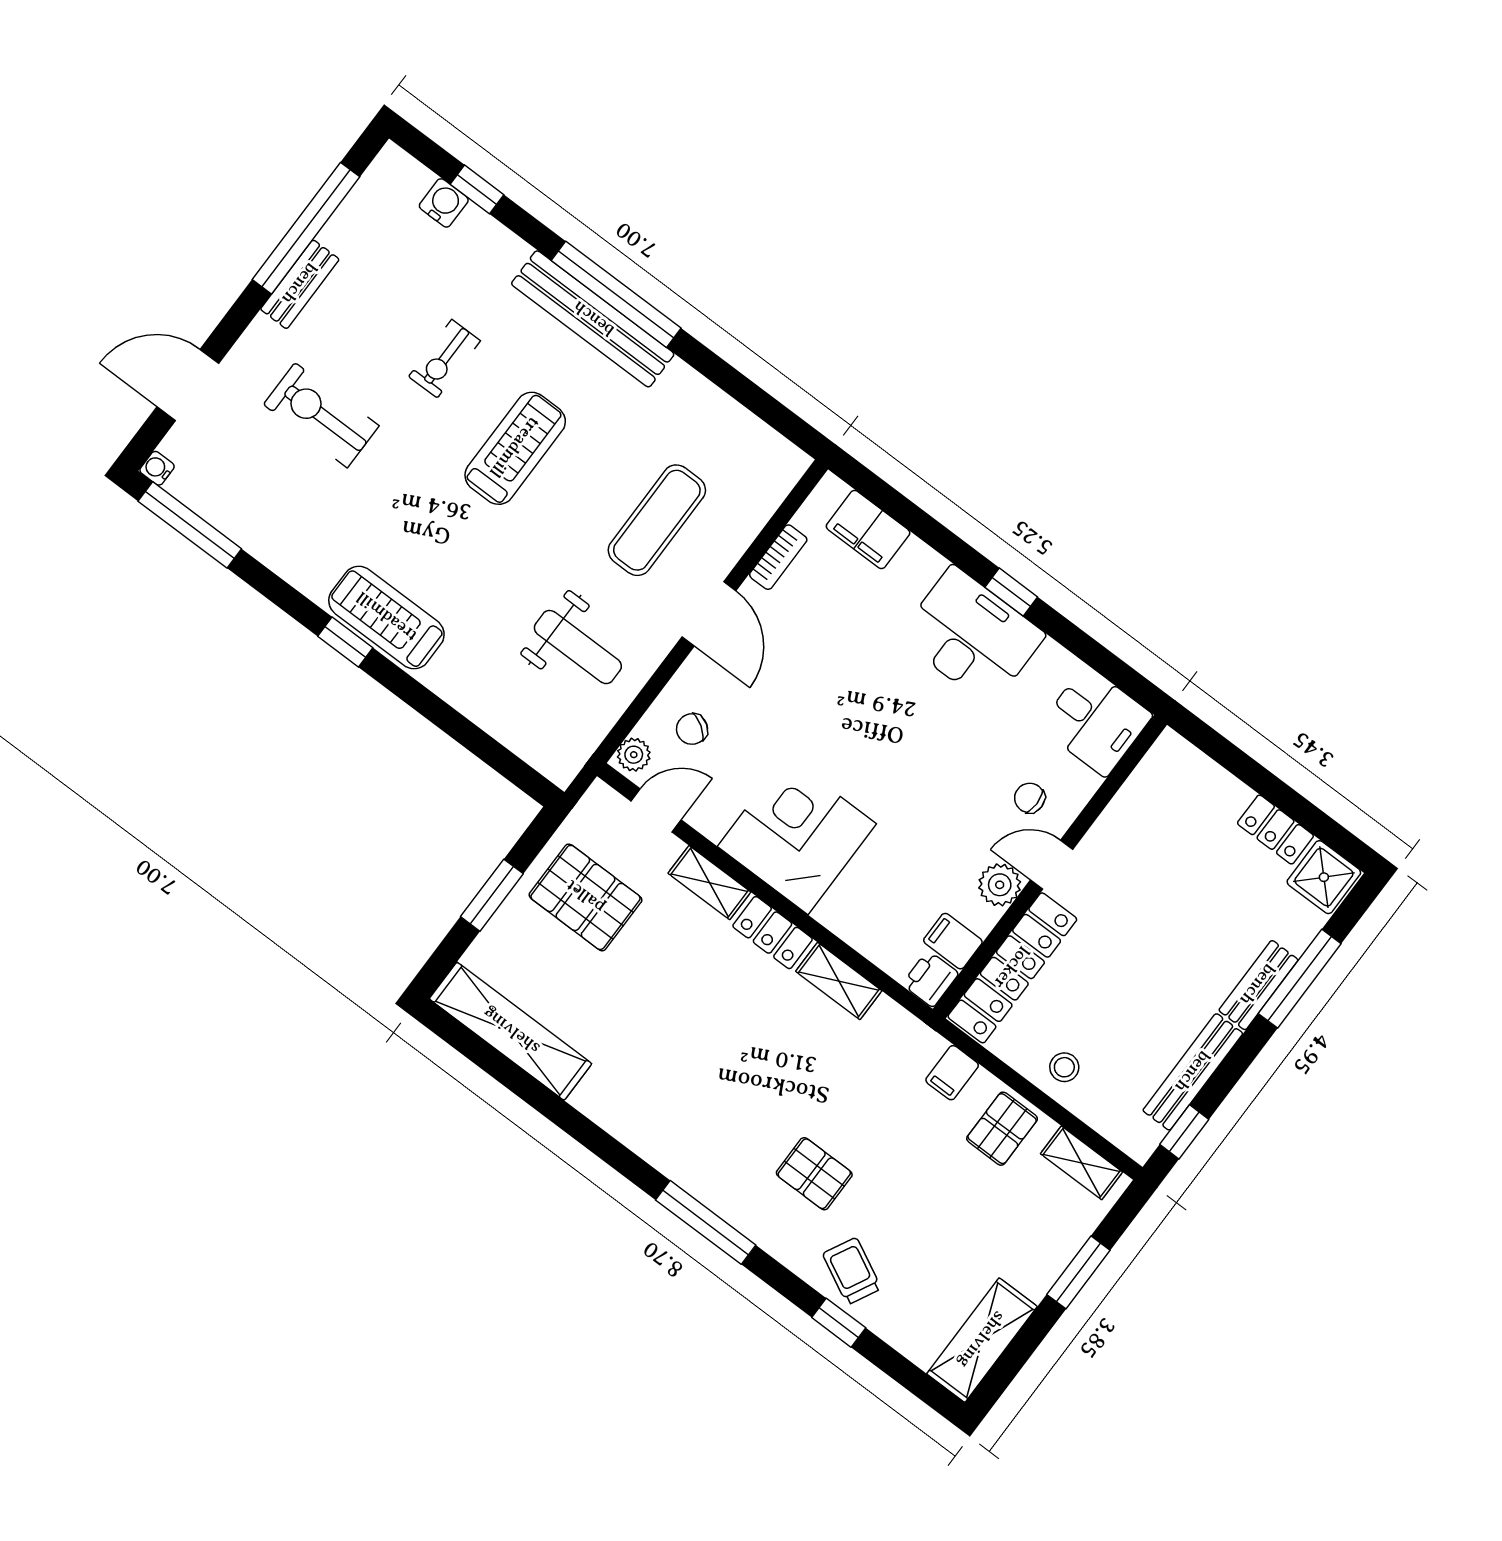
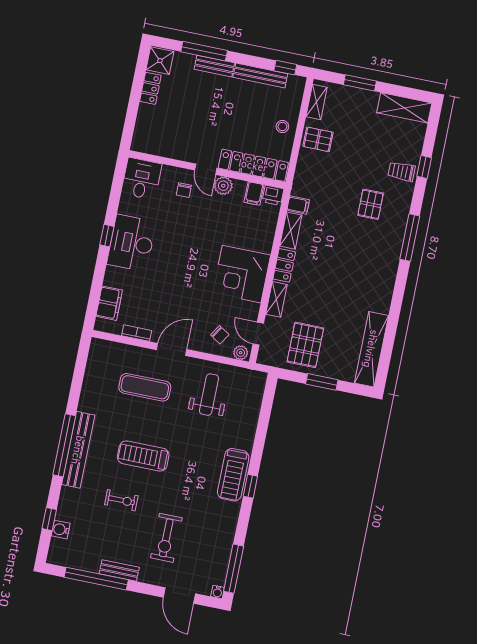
filing cabinet: (952, 1073) -> (298, 205), moved
trolley: (852, 1271) -> (402, 171), turned 63

